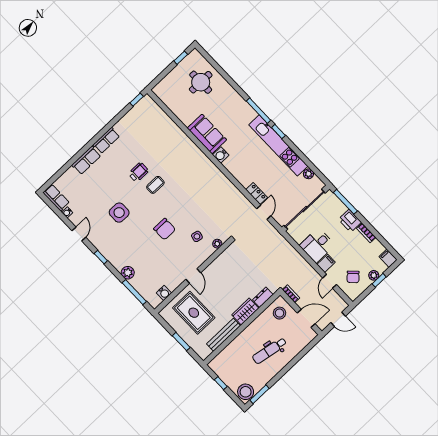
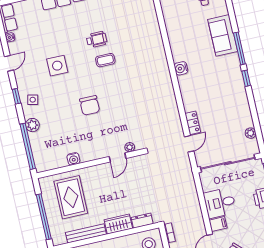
sofa: (207, 134) -> (223, 35), moved, turned 180
kitchen unit: (278, 145) -> (238, 91), removed
side table: (197, 236) -> (33, 100), moved
door: (193, 276) -> (118, 157), moved
window: (134, 292) -> (28, 146), width x1.46
water cooler: (164, 293) -> (73, 159), moved
window: (181, 342) -> (44, 217), width x2.11

